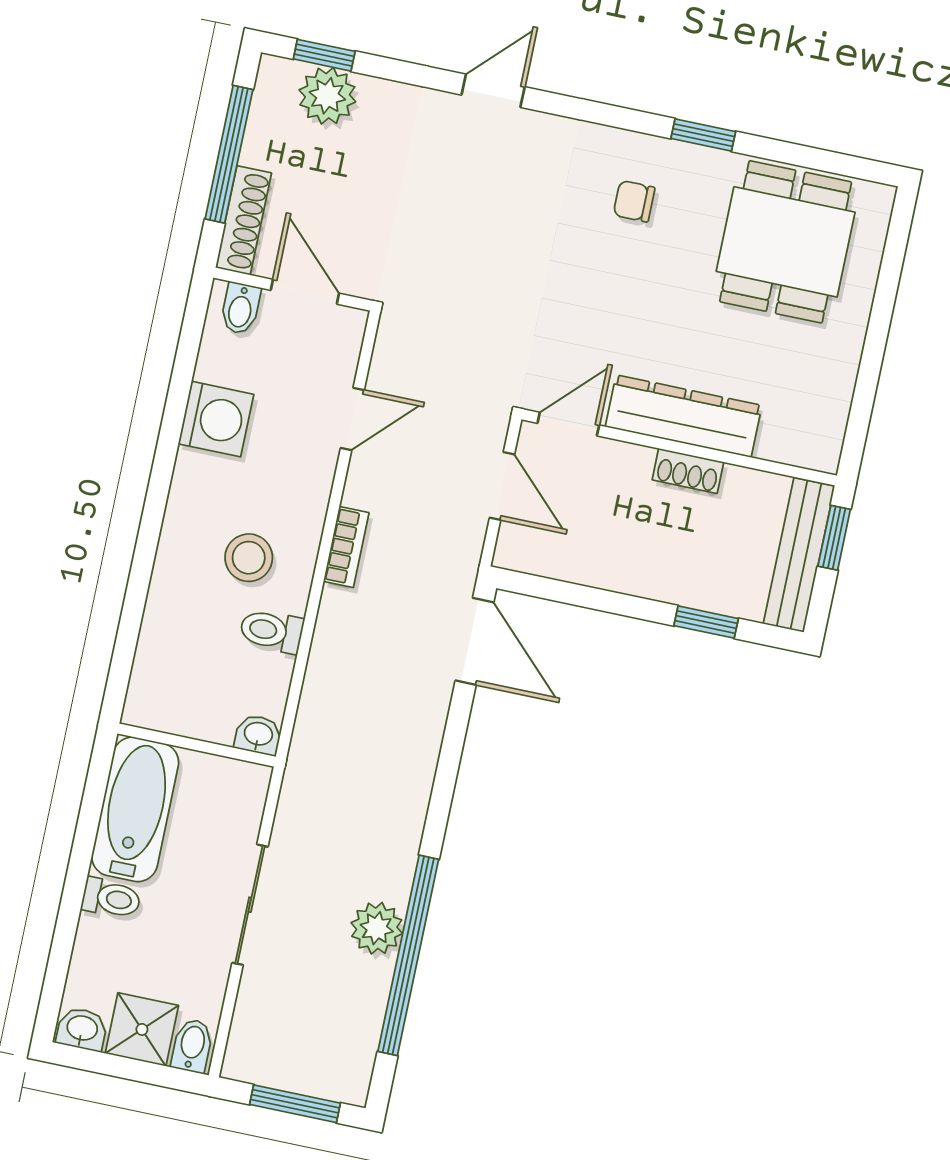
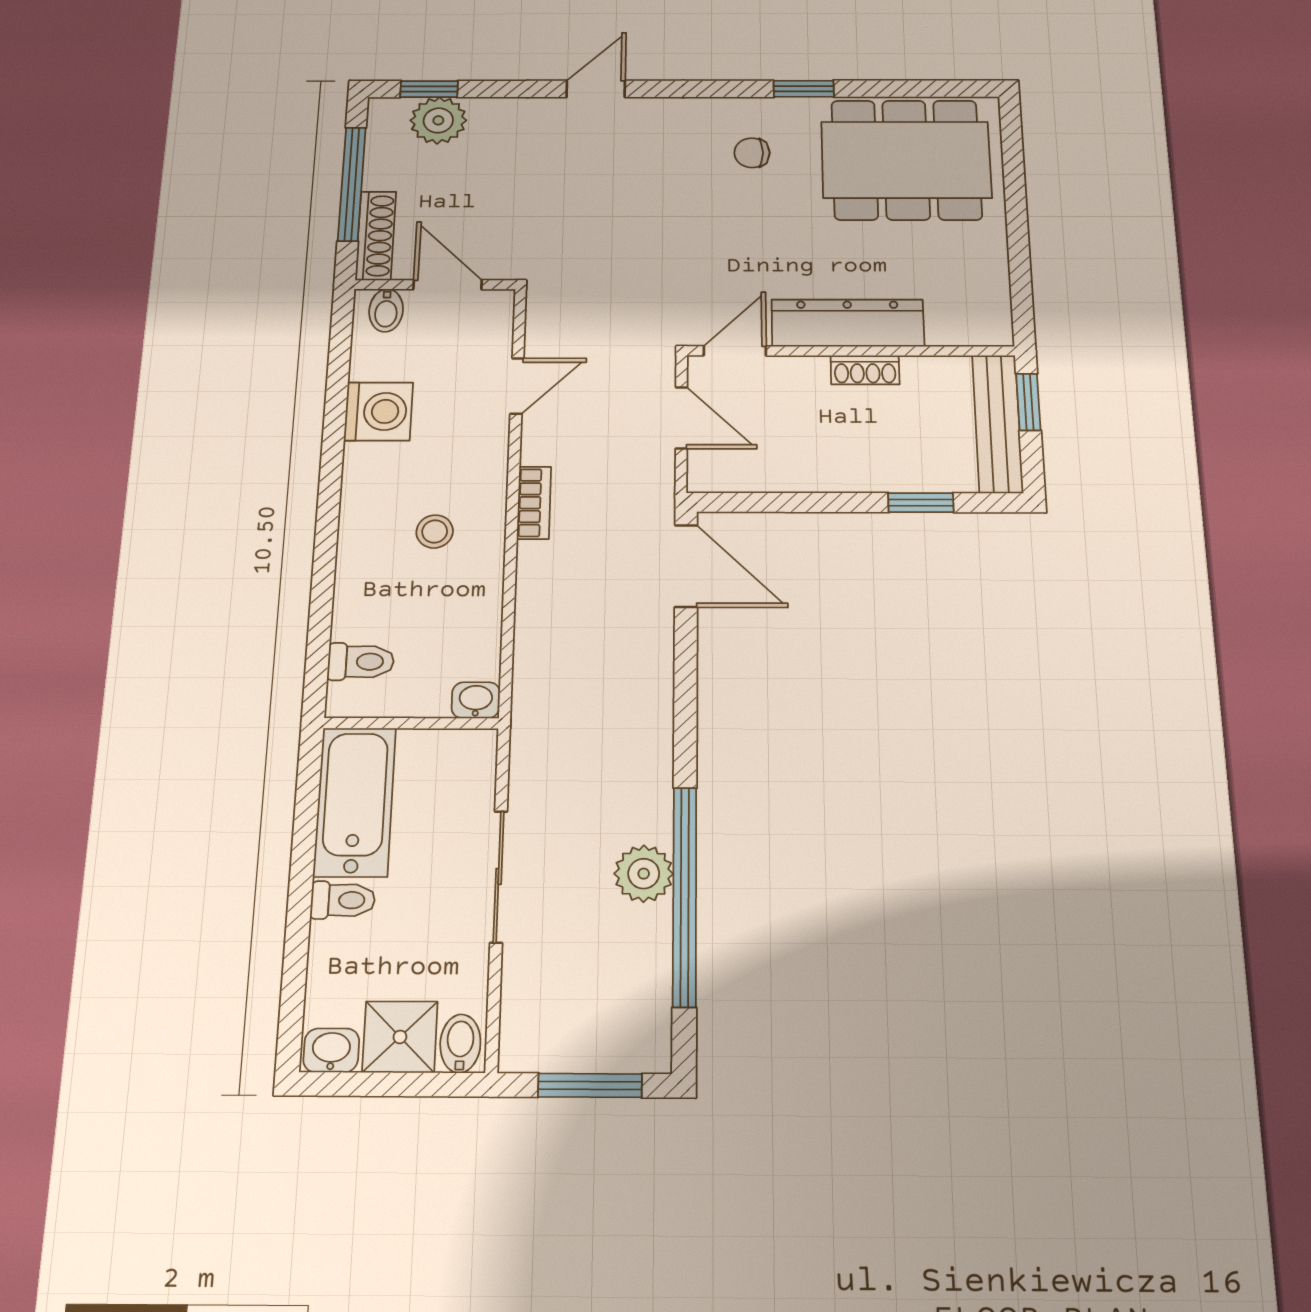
dining table: (786, 242) -> (906, 160), width x1.37
stool: (249, 558) -> (435, 531), width x0.73, depth x0.73
toilet: (272, 631) -> (361, 662), moved, turned 180

